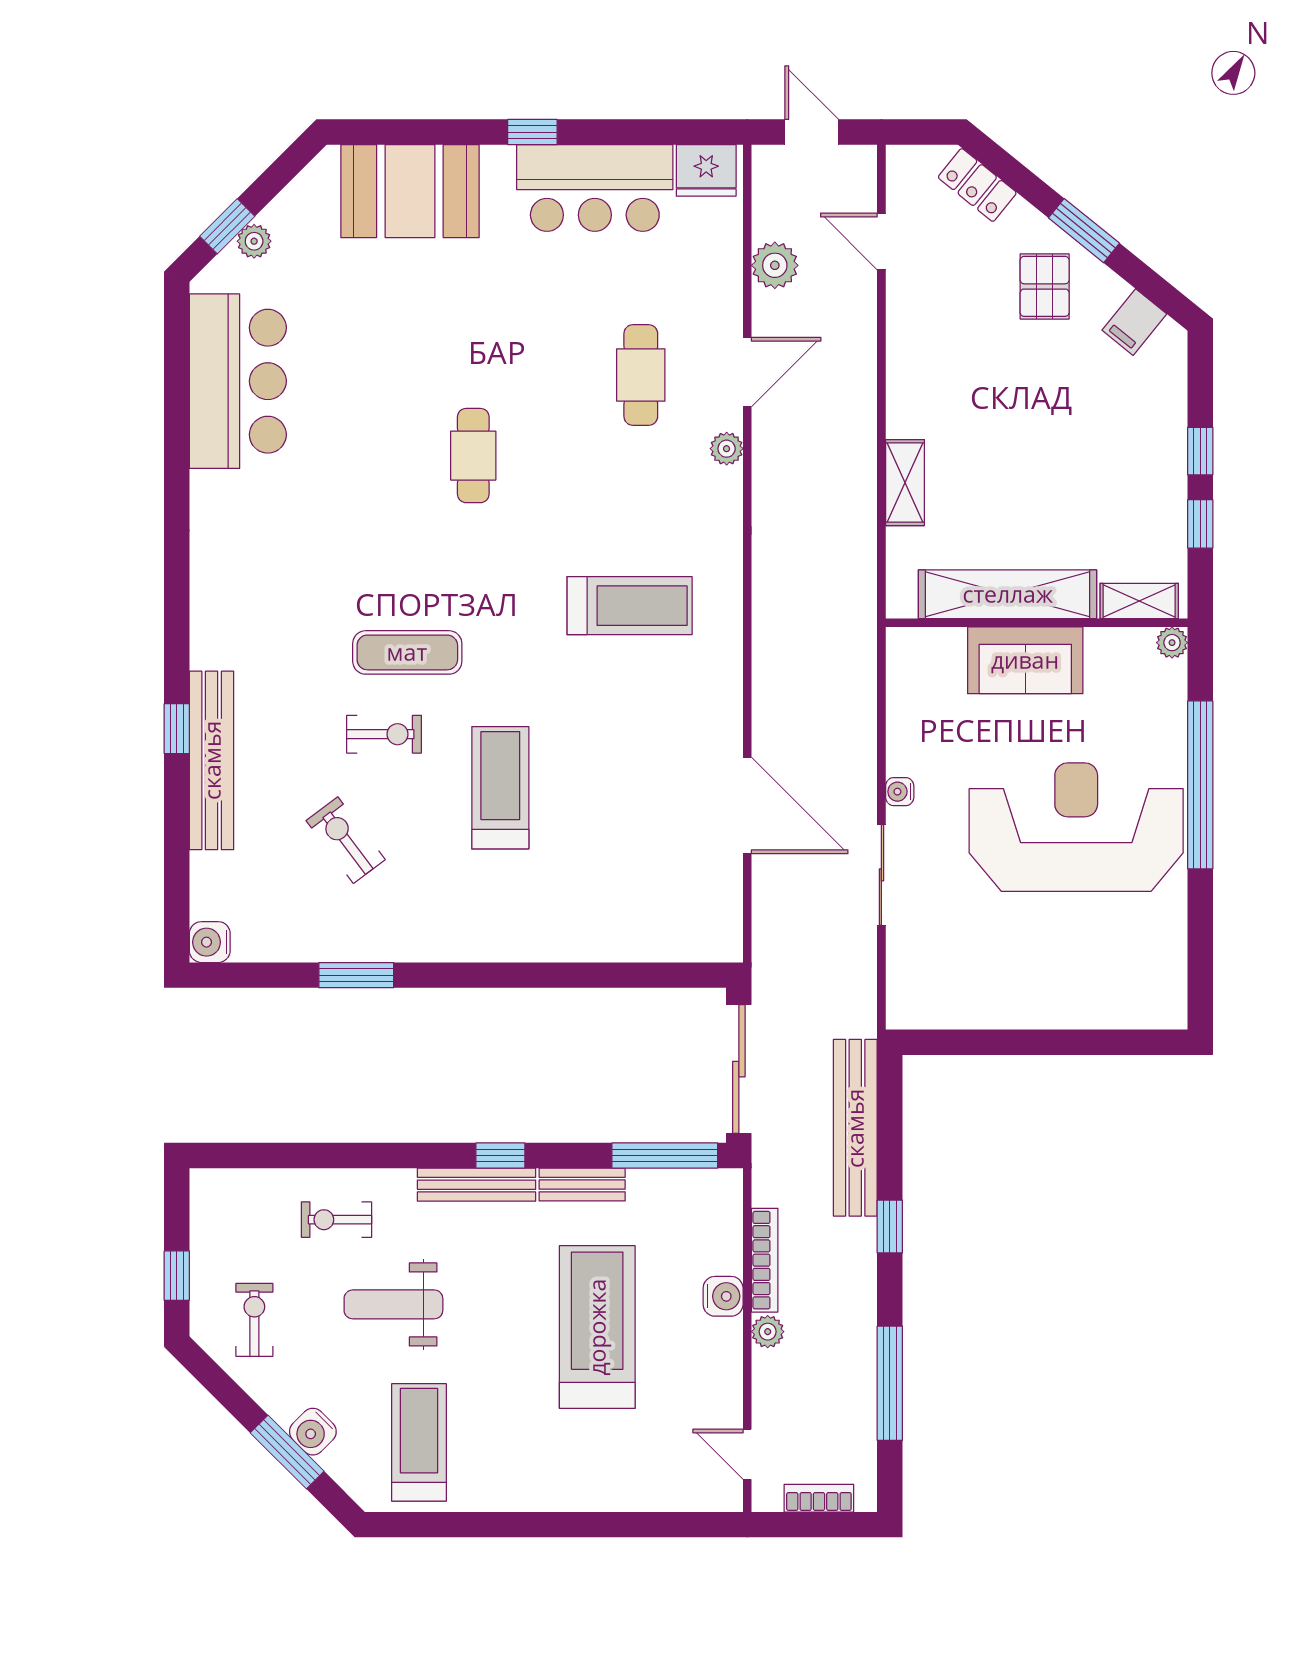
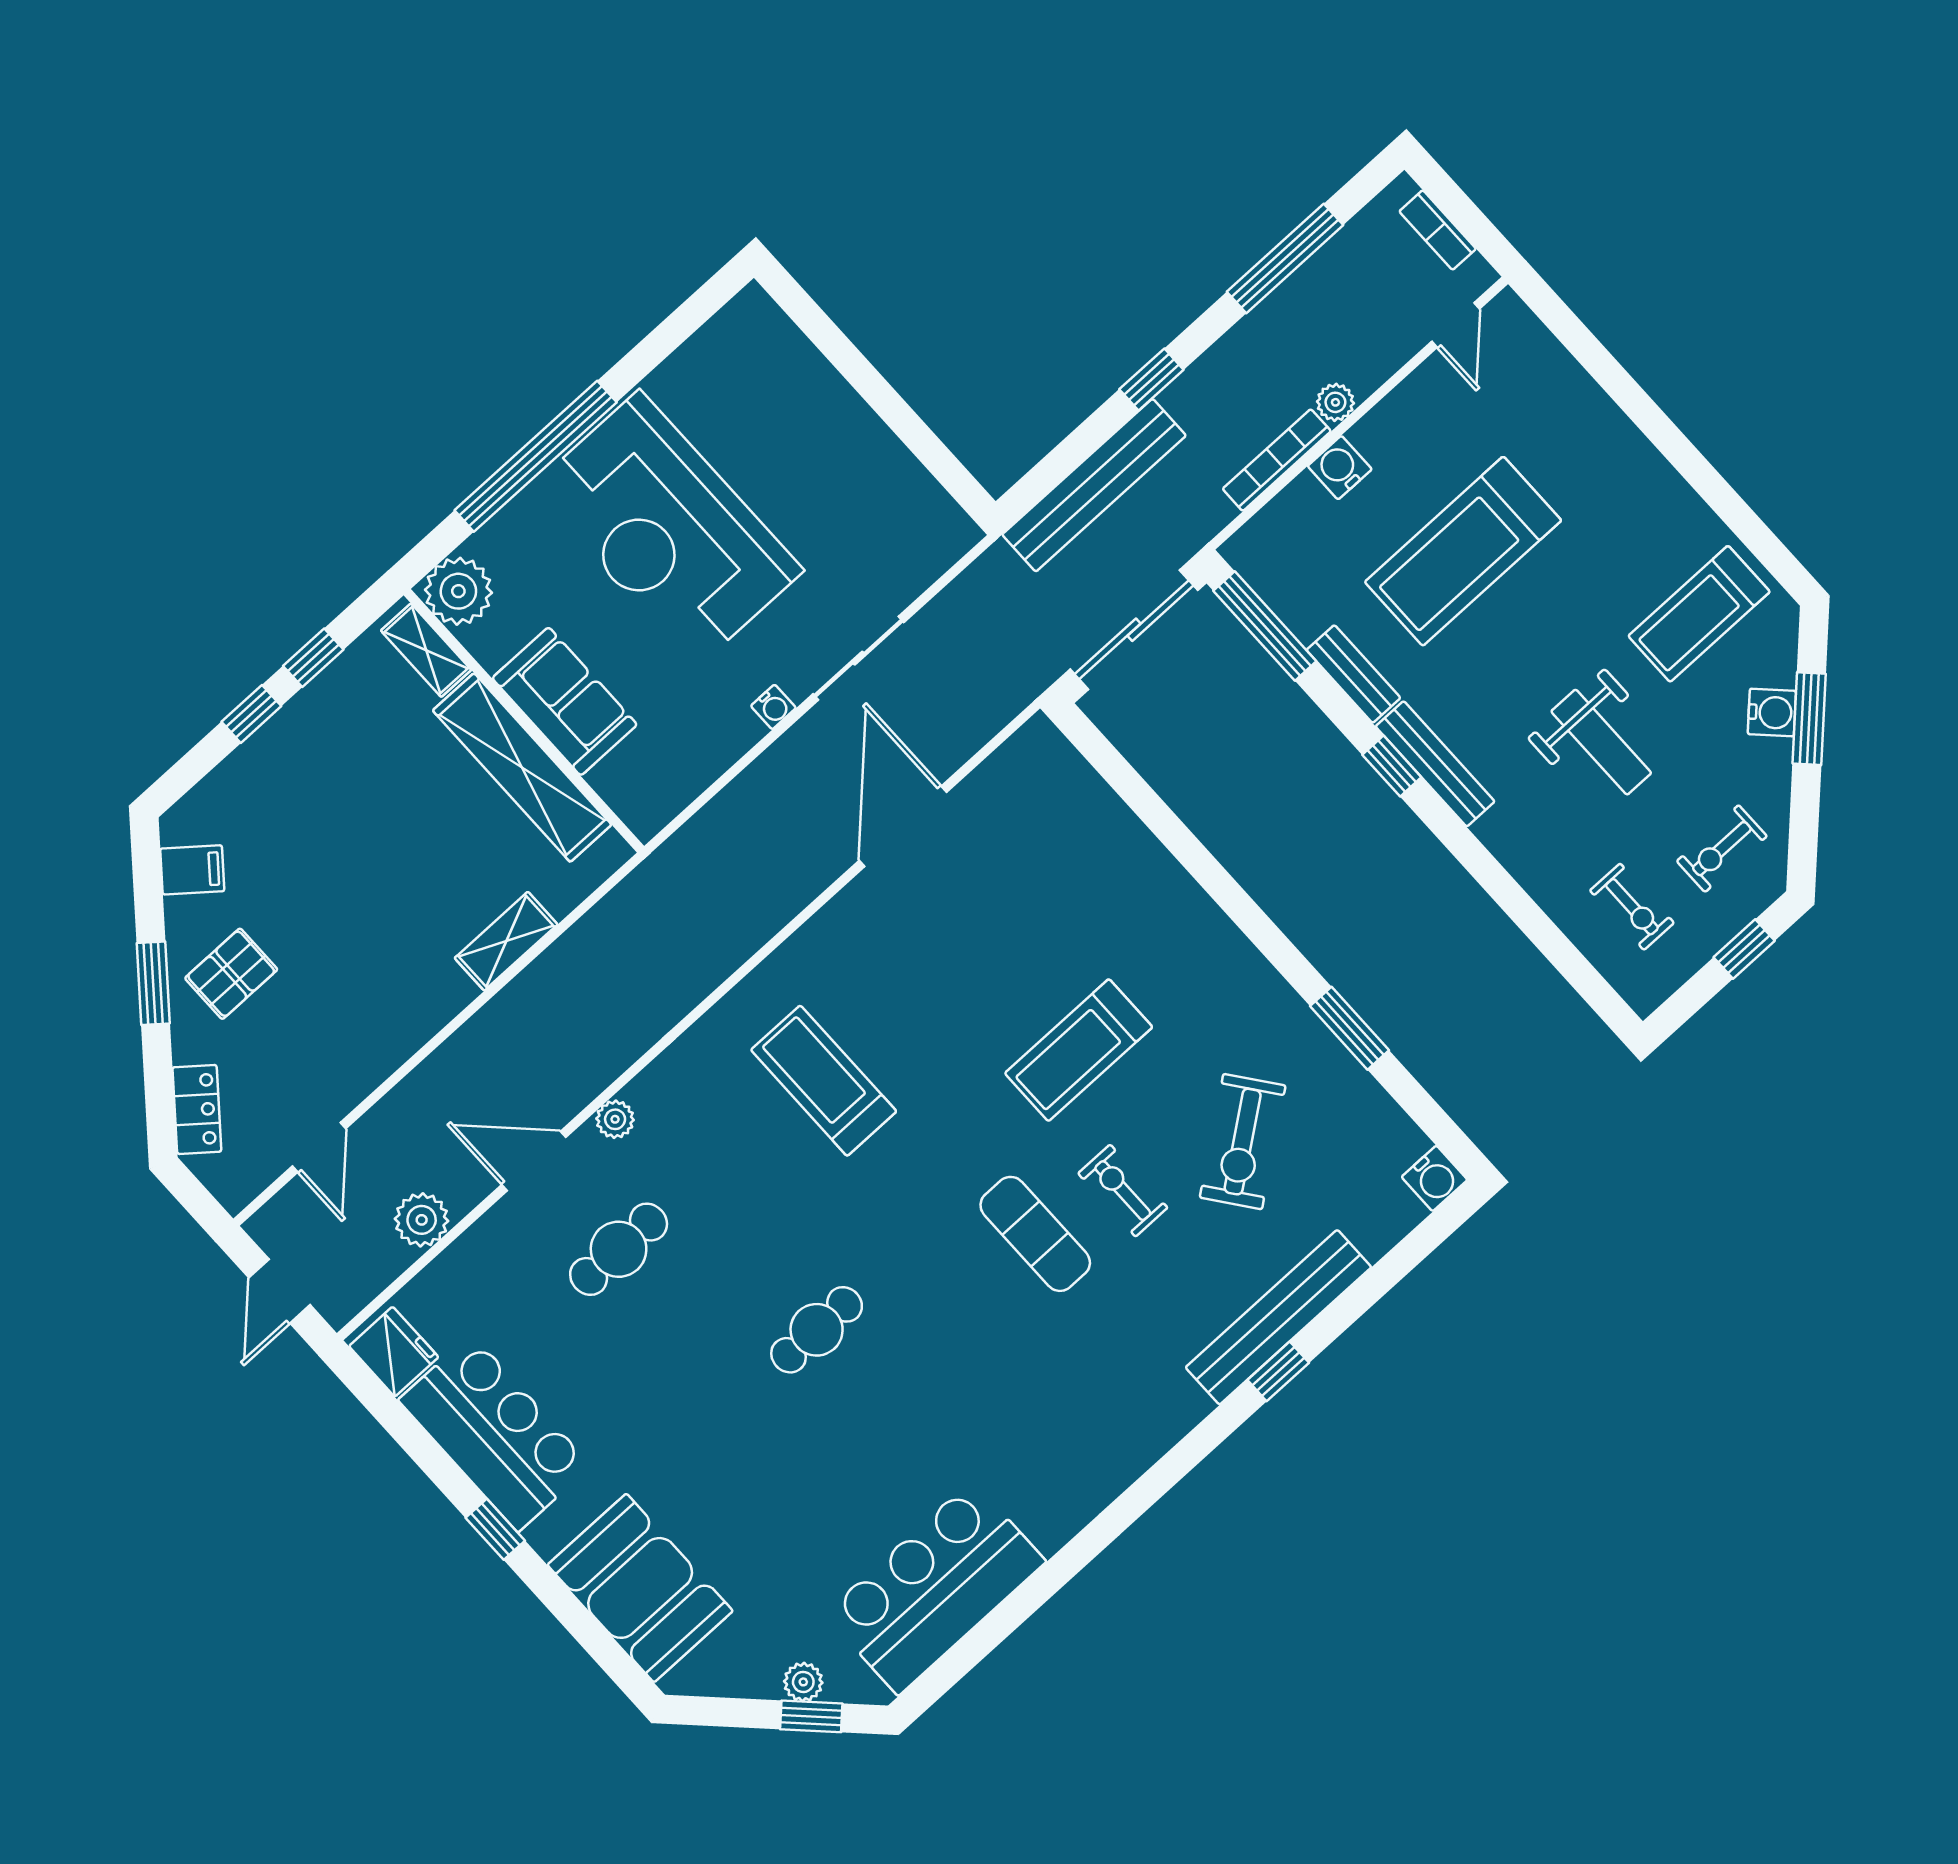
plant: (1172, 643) -> (458, 591), width x1.88, depth x1.88
exercise bike: (346, 840) -> (1243, 1142), width x1.38, depth x1.39
exercise bike: (336, 1220) -> (1632, 907), moved

